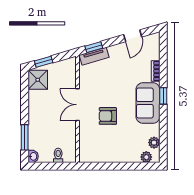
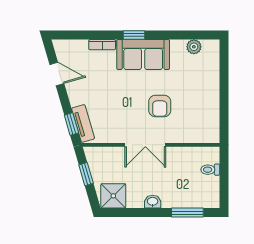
window: (44, 62) -> (86, 174), moved
washbasin: (33, 156) -> (153, 202), moved
plant: (146, 157) -> (212, 57), removed

